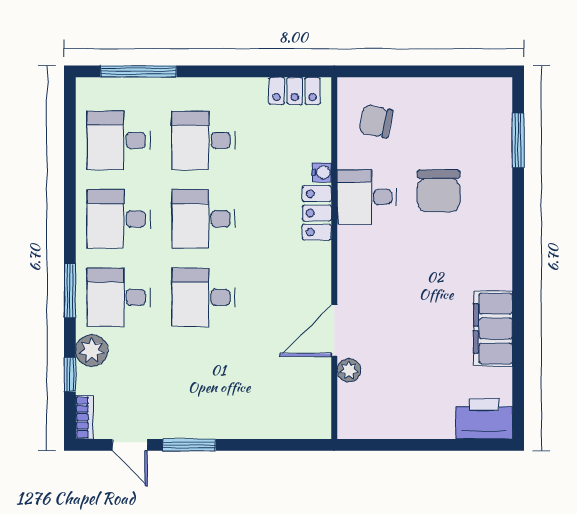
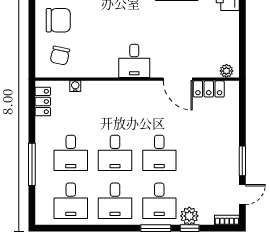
window: (138, 71) -> (32, 164), moved
water cooler: (322, 172) -> (75, 86), moved
chair: (439, 191) -> (58, 20), moved
desk: (367, 197) -> (134, 61), moved
locker: (317, 213) -> (209, 89), moved
plant: (349, 370) -> (226, 71), moved
window: (70, 375) -> (190, 228), moved

